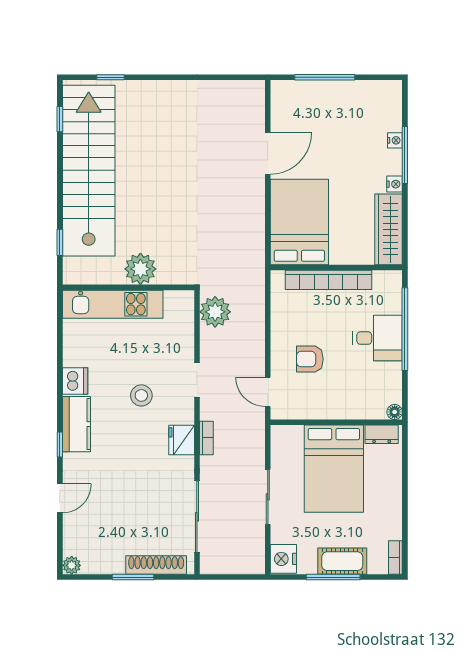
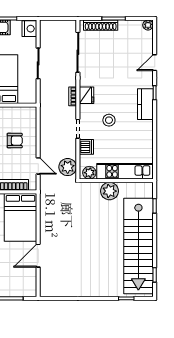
plant: (176, 302) -> (89, 173), added
dishwasher: (75, 381) -> (86, 147), moved, turned 180
door: (268, 392) -> (38, 166), moved

